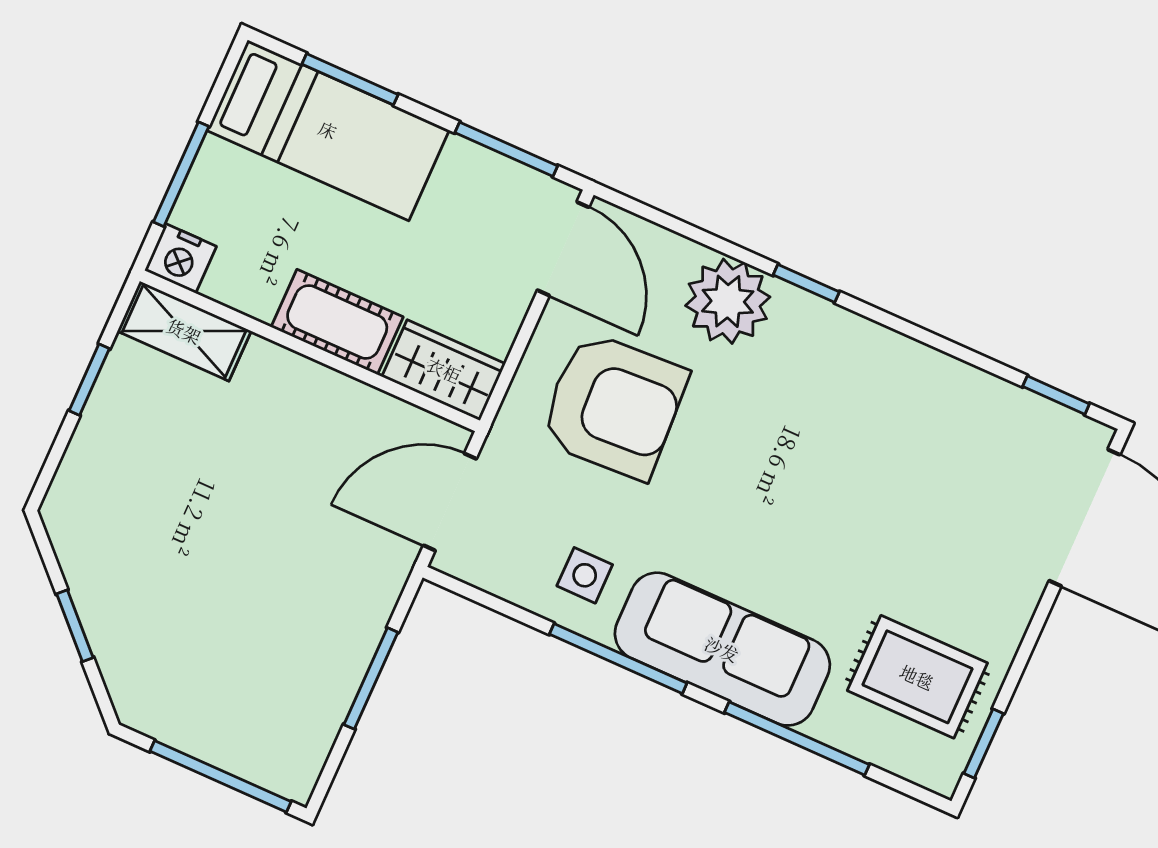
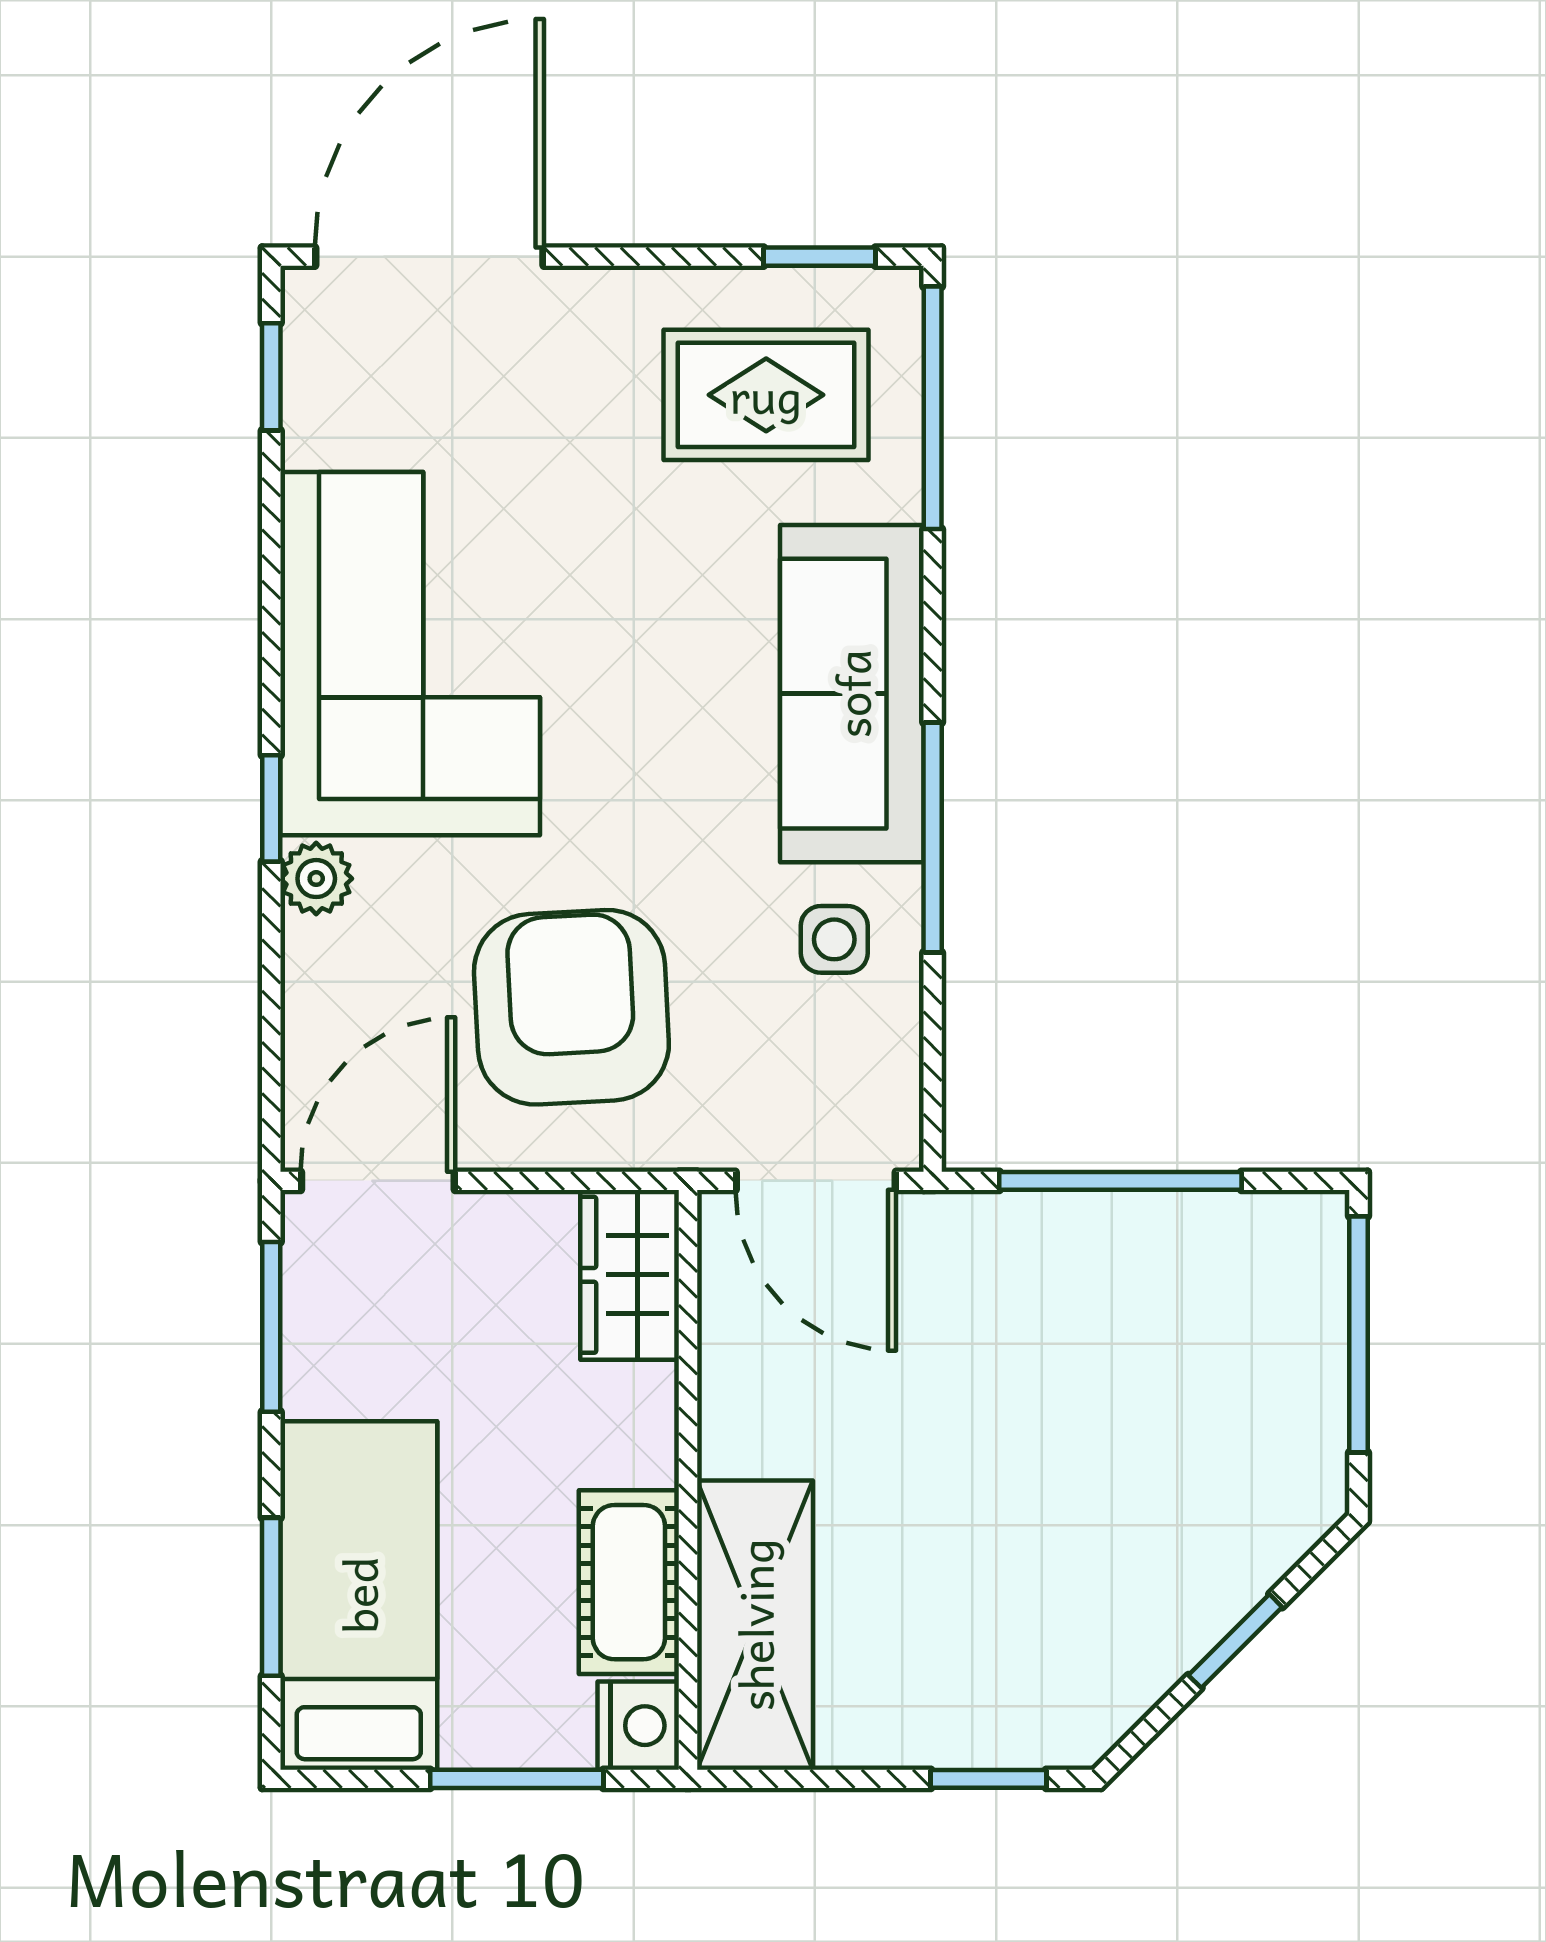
plant: (728, 301) -> (316, 879), width x0.53, depth x0.53
cot: (337, 322) -> (629, 1582), moved
shelving: (184, 331) -> (755, 1625), width x1.50, depth x1.33
window: (89, 380) -> (989, 1779), moved
corner sofa: (860, 404) -> (410, 654), added
rug: (917, 677) -> (766, 395), turned 90
window: (371, 678) -> (1120, 1181), width x1.44
window: (797, 739) -> (933, 408), moved

